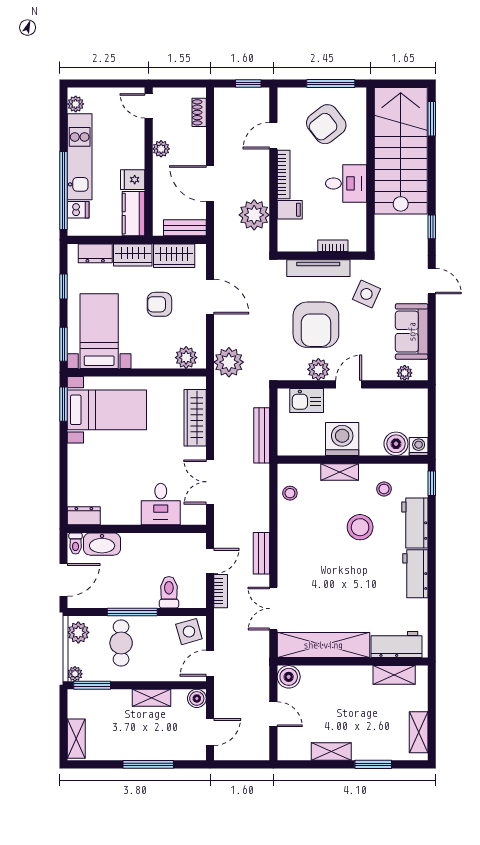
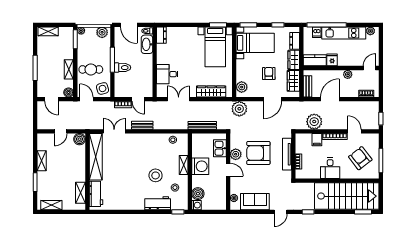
side table: (366, 294) -> (274, 179), removed
workbench: (415, 574) -> (132, 203), removed
toilet: (169, 592) -> (123, 68), moved
cafe table: (121, 643) -> (91, 69), moved

